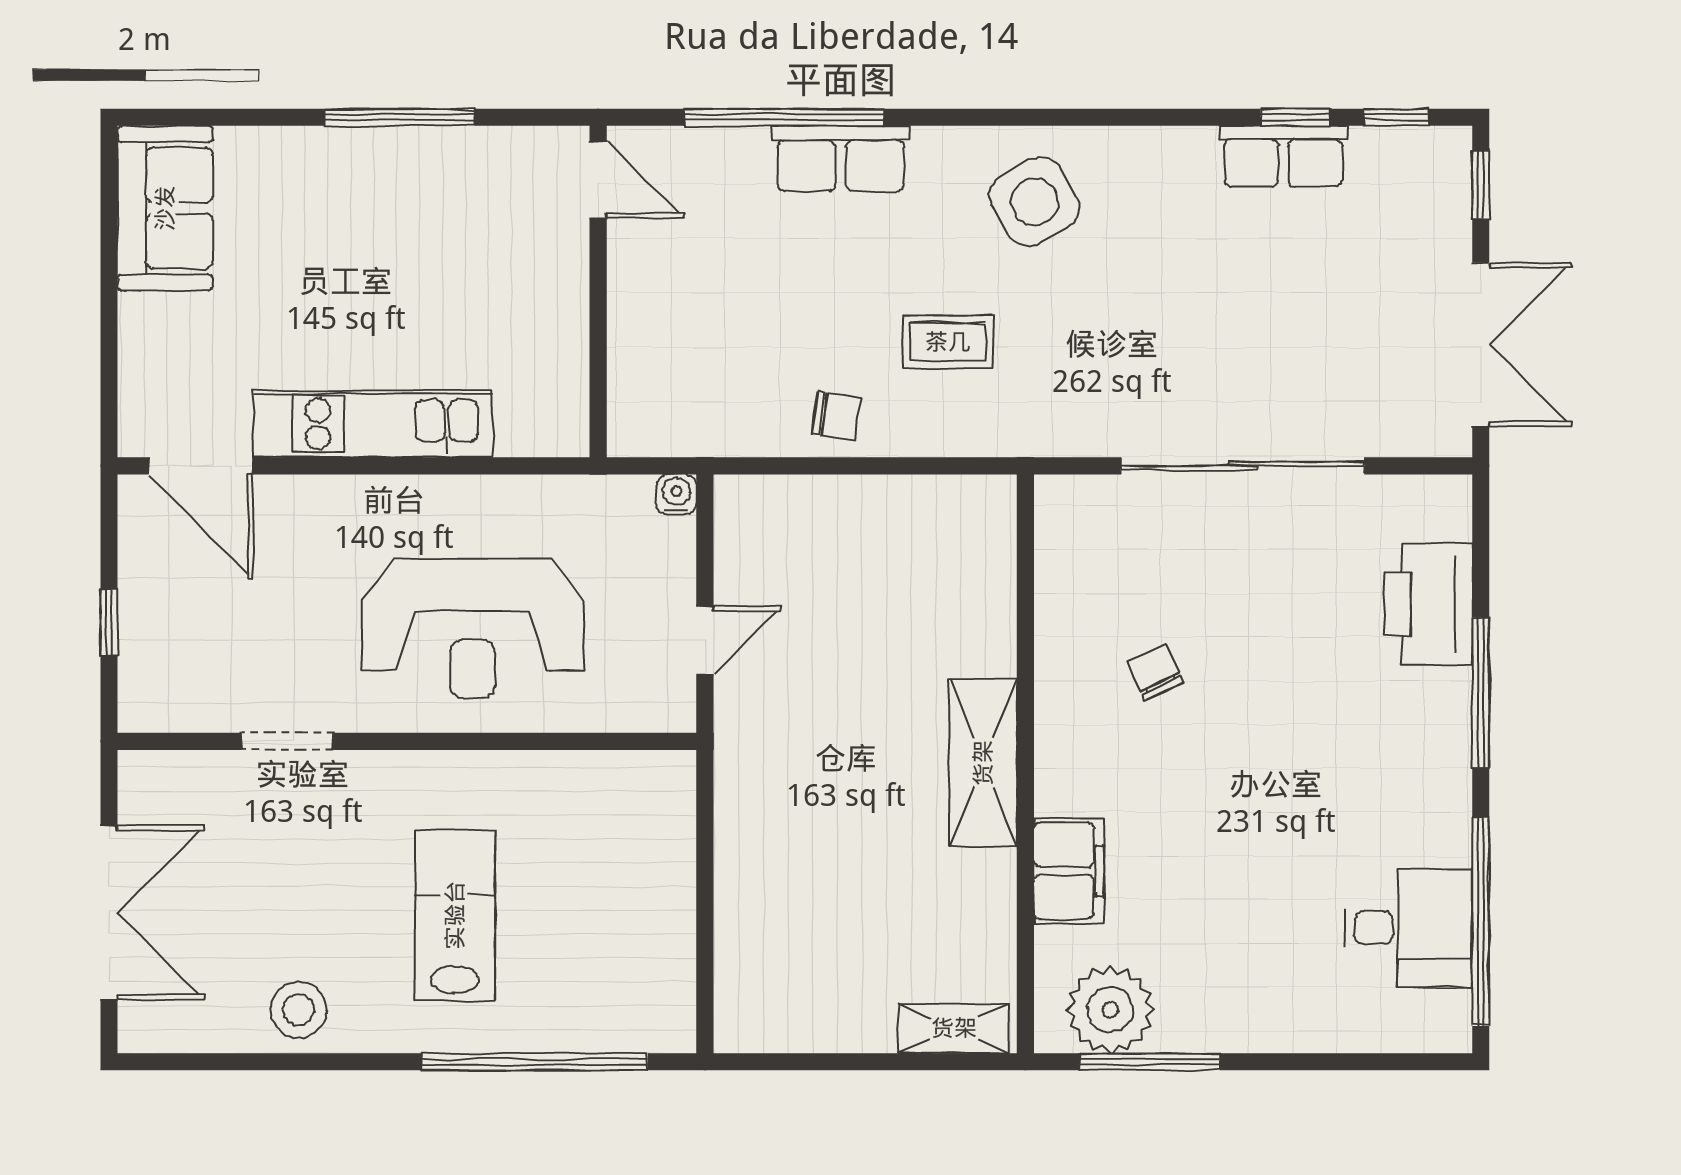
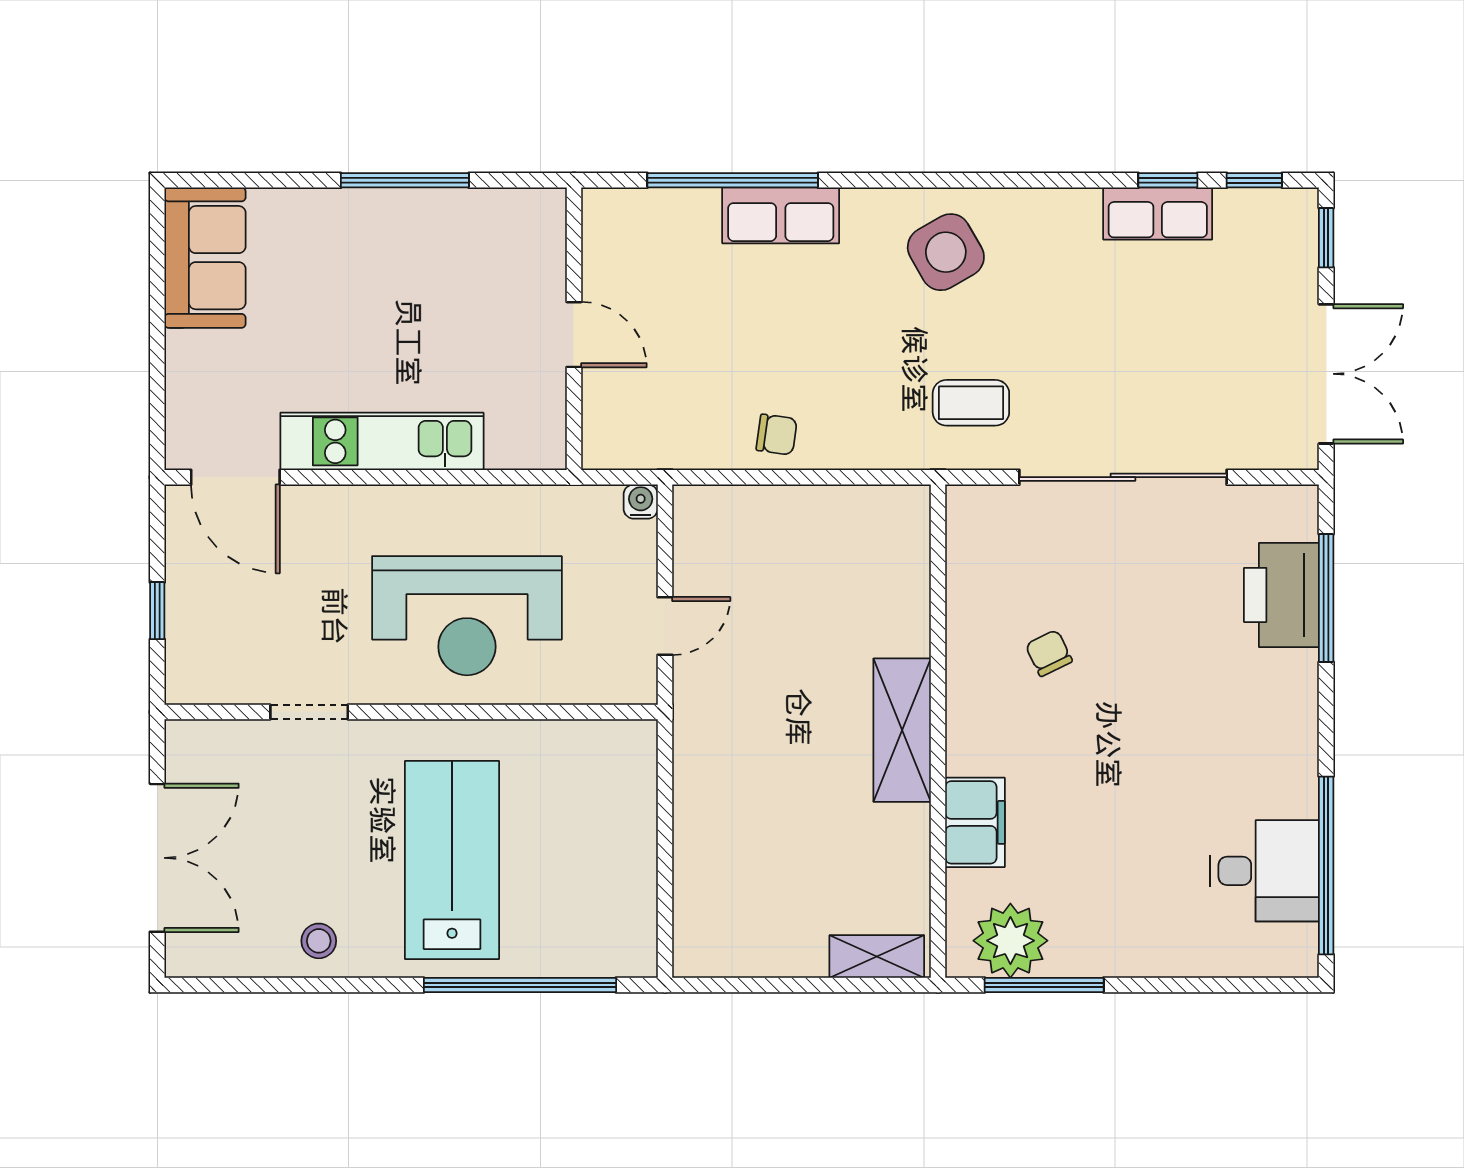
door: (598, 180) -> (574, 335), moved
coffee table: (948, 342) -> (971, 403), moved
window: (1481, 693) -> (1326, 598), moved
lab bench: (455, 915) -> (452, 860), width x1.36, depth x1.39
stool: (299, 1010) -> (319, 941), width x0.73, depth x0.73

